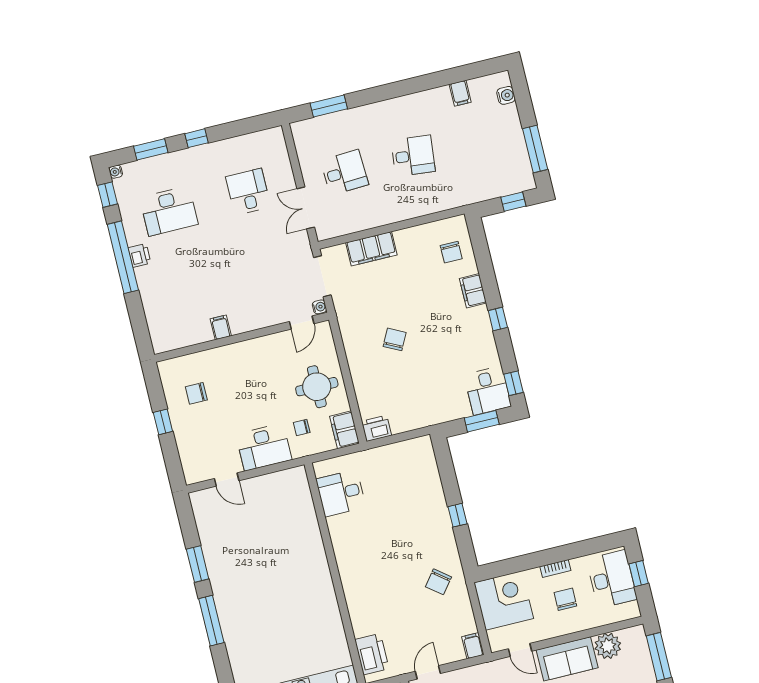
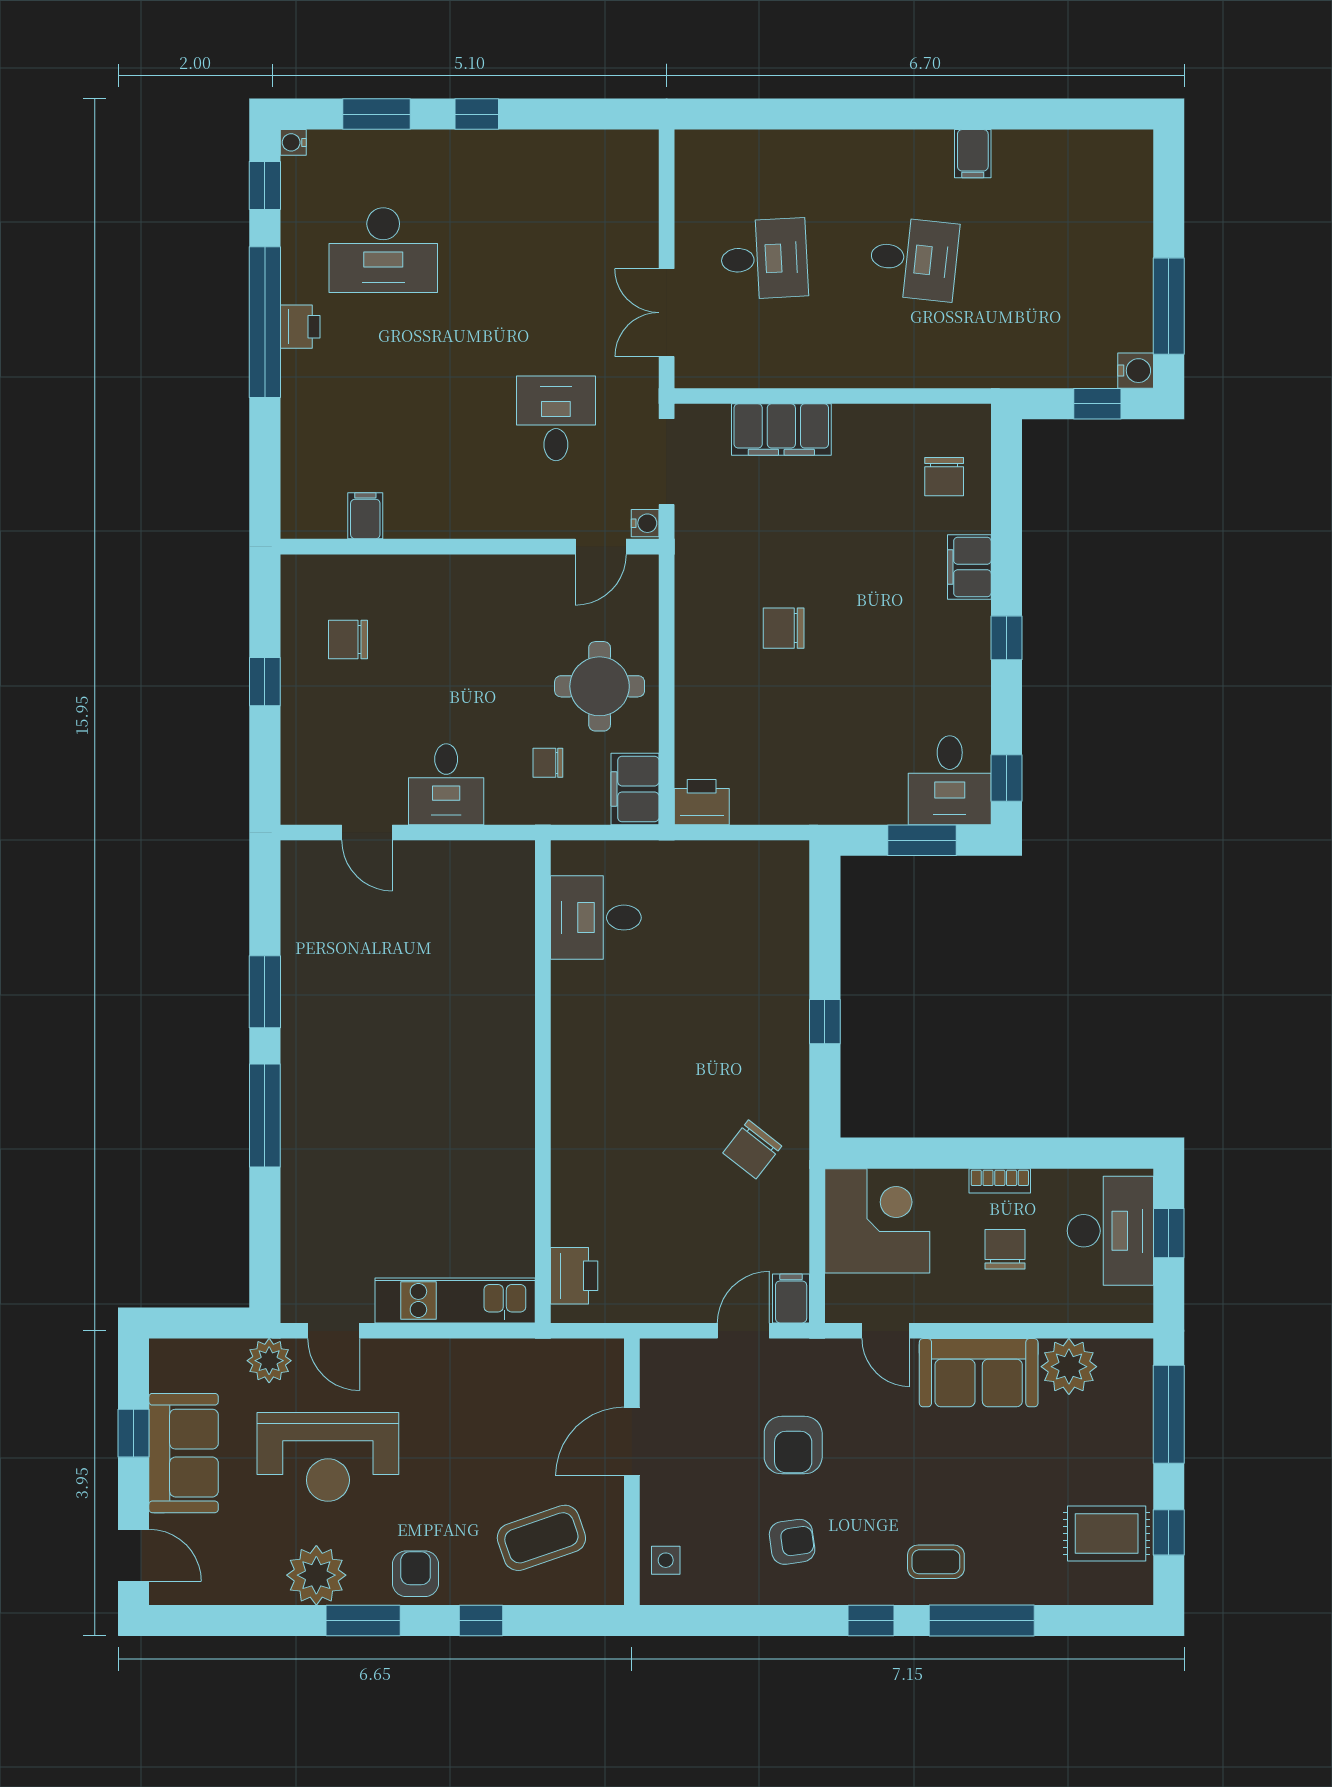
filing cabinet: (460, 93) -> (973, 154), moved
water cooler: (506, 95) -> (1136, 371), moved
window: (329, 106) -> (765, 114), removed
desk: (248, 192) -> (556, 418), moved
filing cabinet: (221, 327) -> (365, 516), moved
chair: (395, 339) -> (784, 628), turned -117
desk: (264, 447) -> (446, 784), width x0.73
printer: (372, 654) -> (574, 1276), width x0.73, depth x0.84
door: (428, 672) -> (743, 1331), moved

